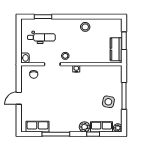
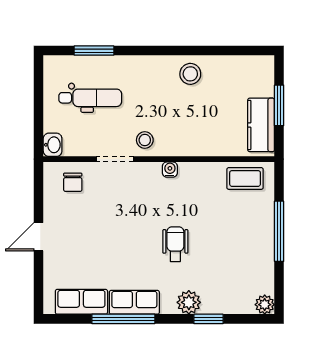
coffee table: (109, 73) -> (245, 178), added
wheelchair: (79, 101) -> (175, 244), added
side table: (108, 102) -> (243, 245), removed
row of seats: (101, 127) -> (134, 302), moved

